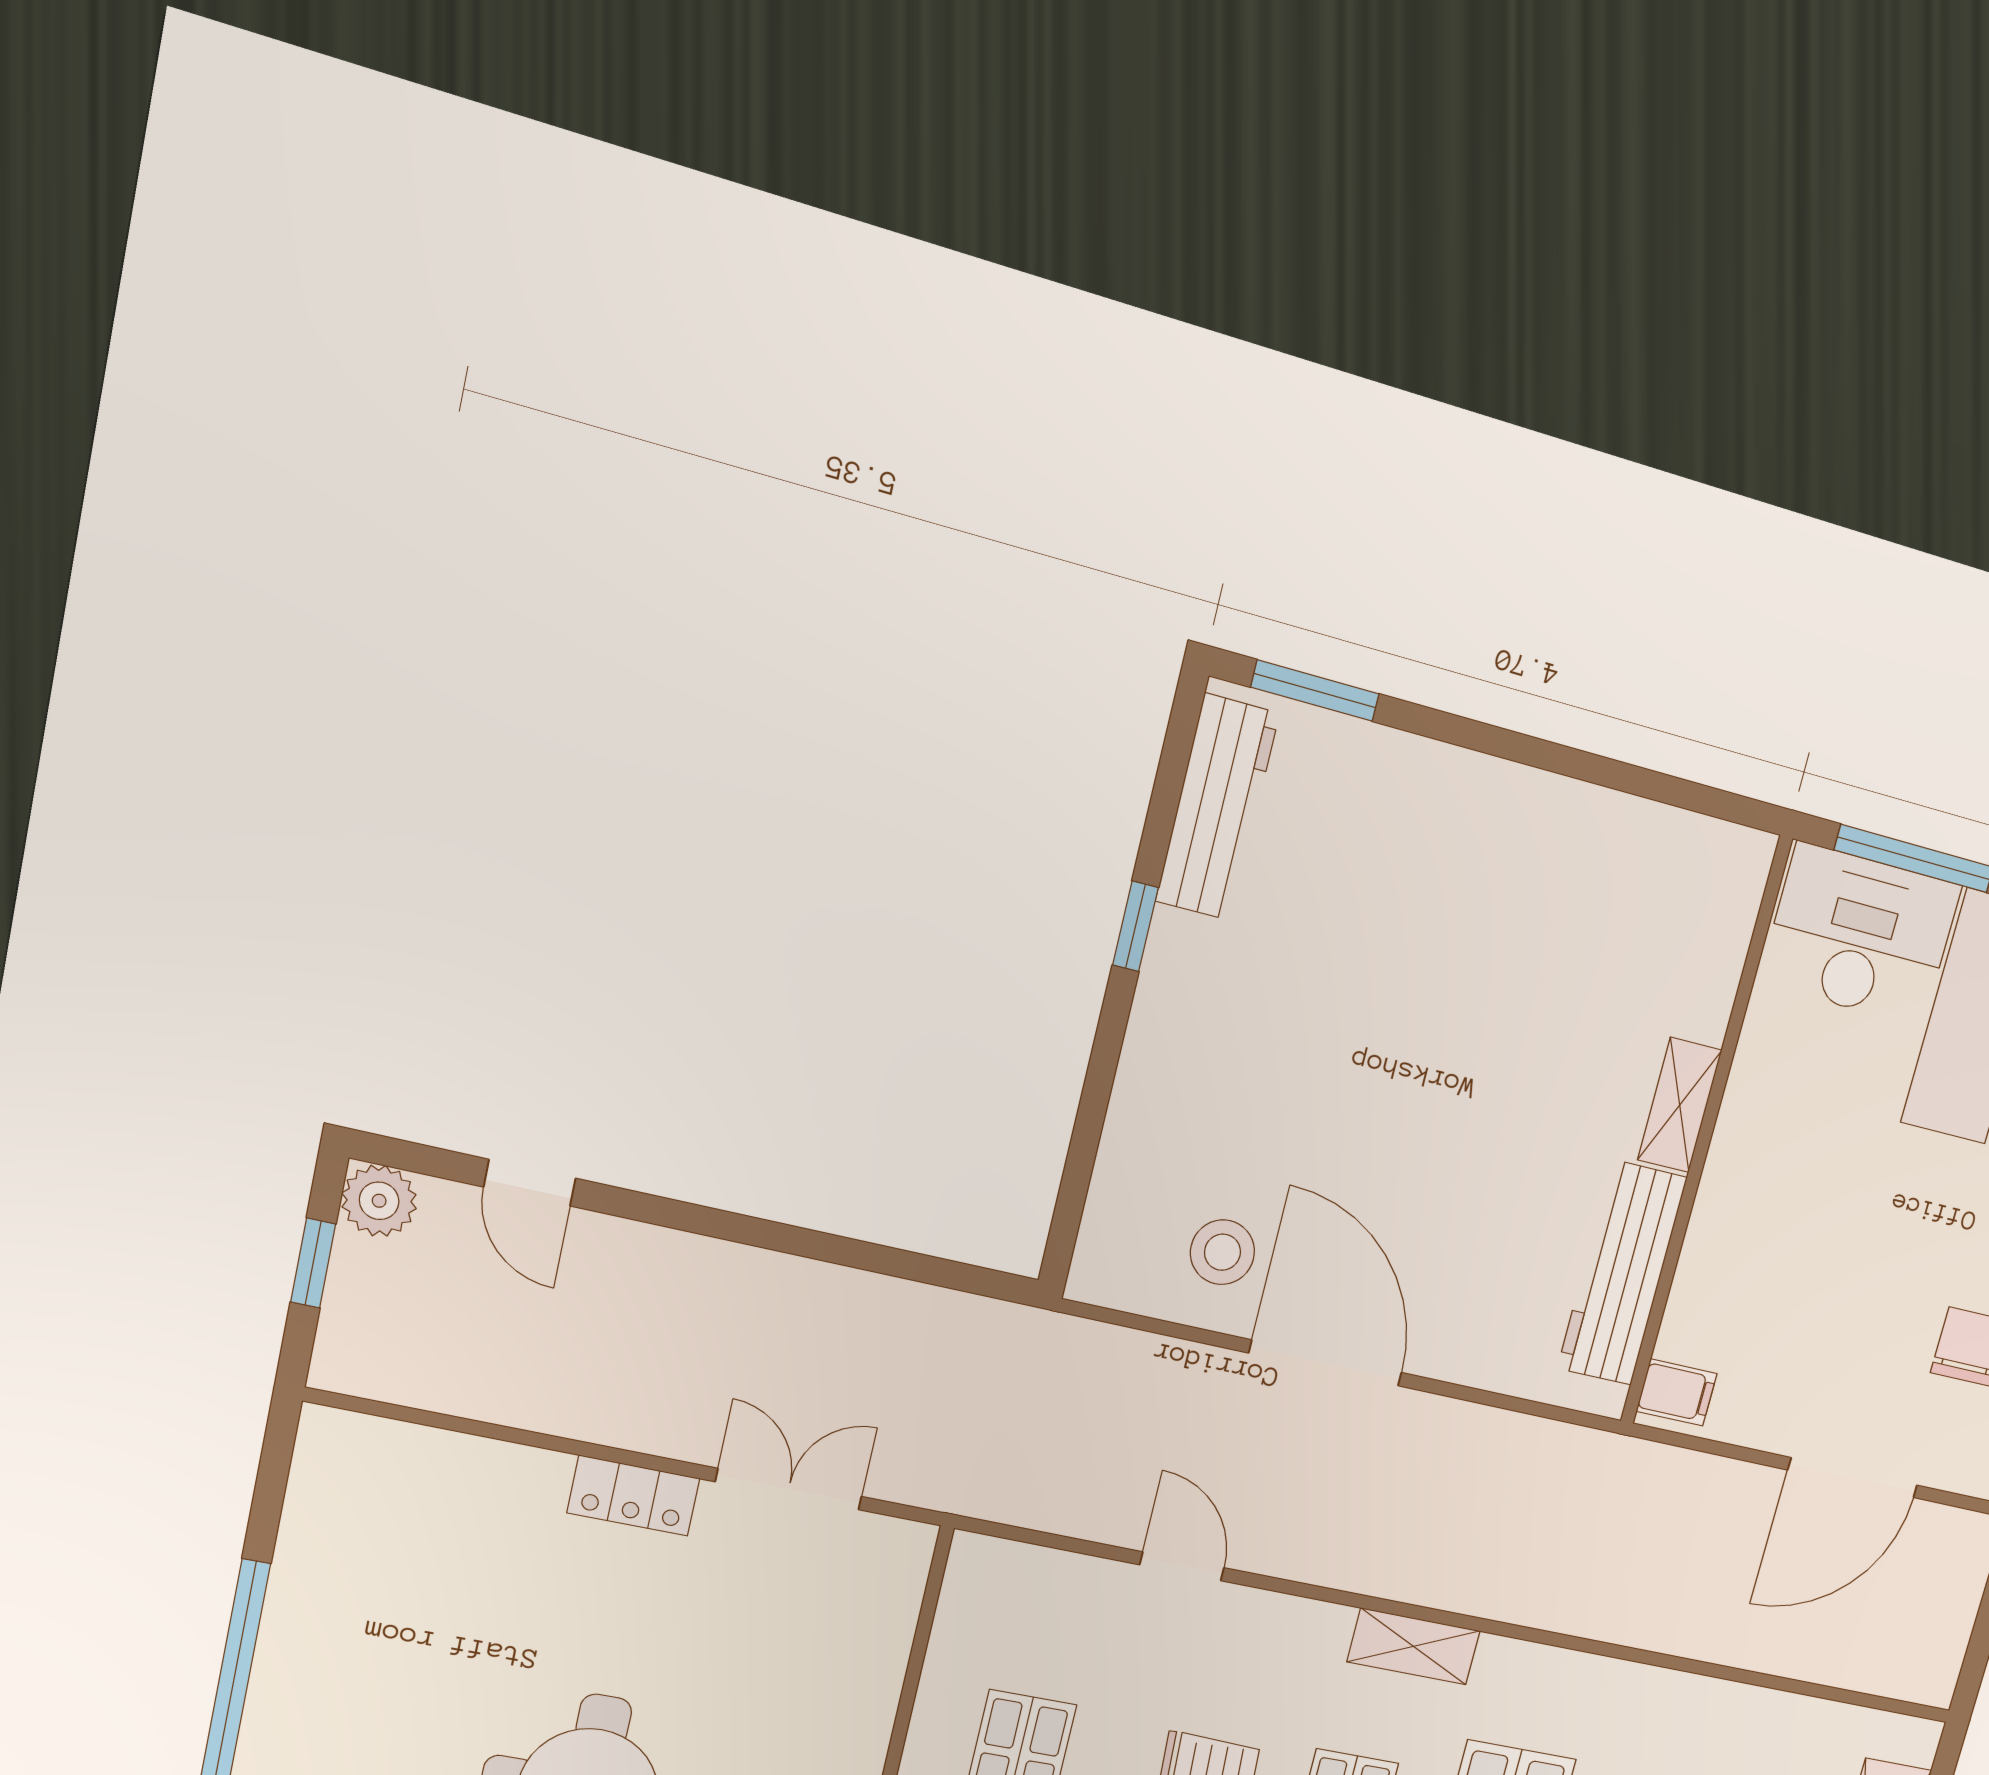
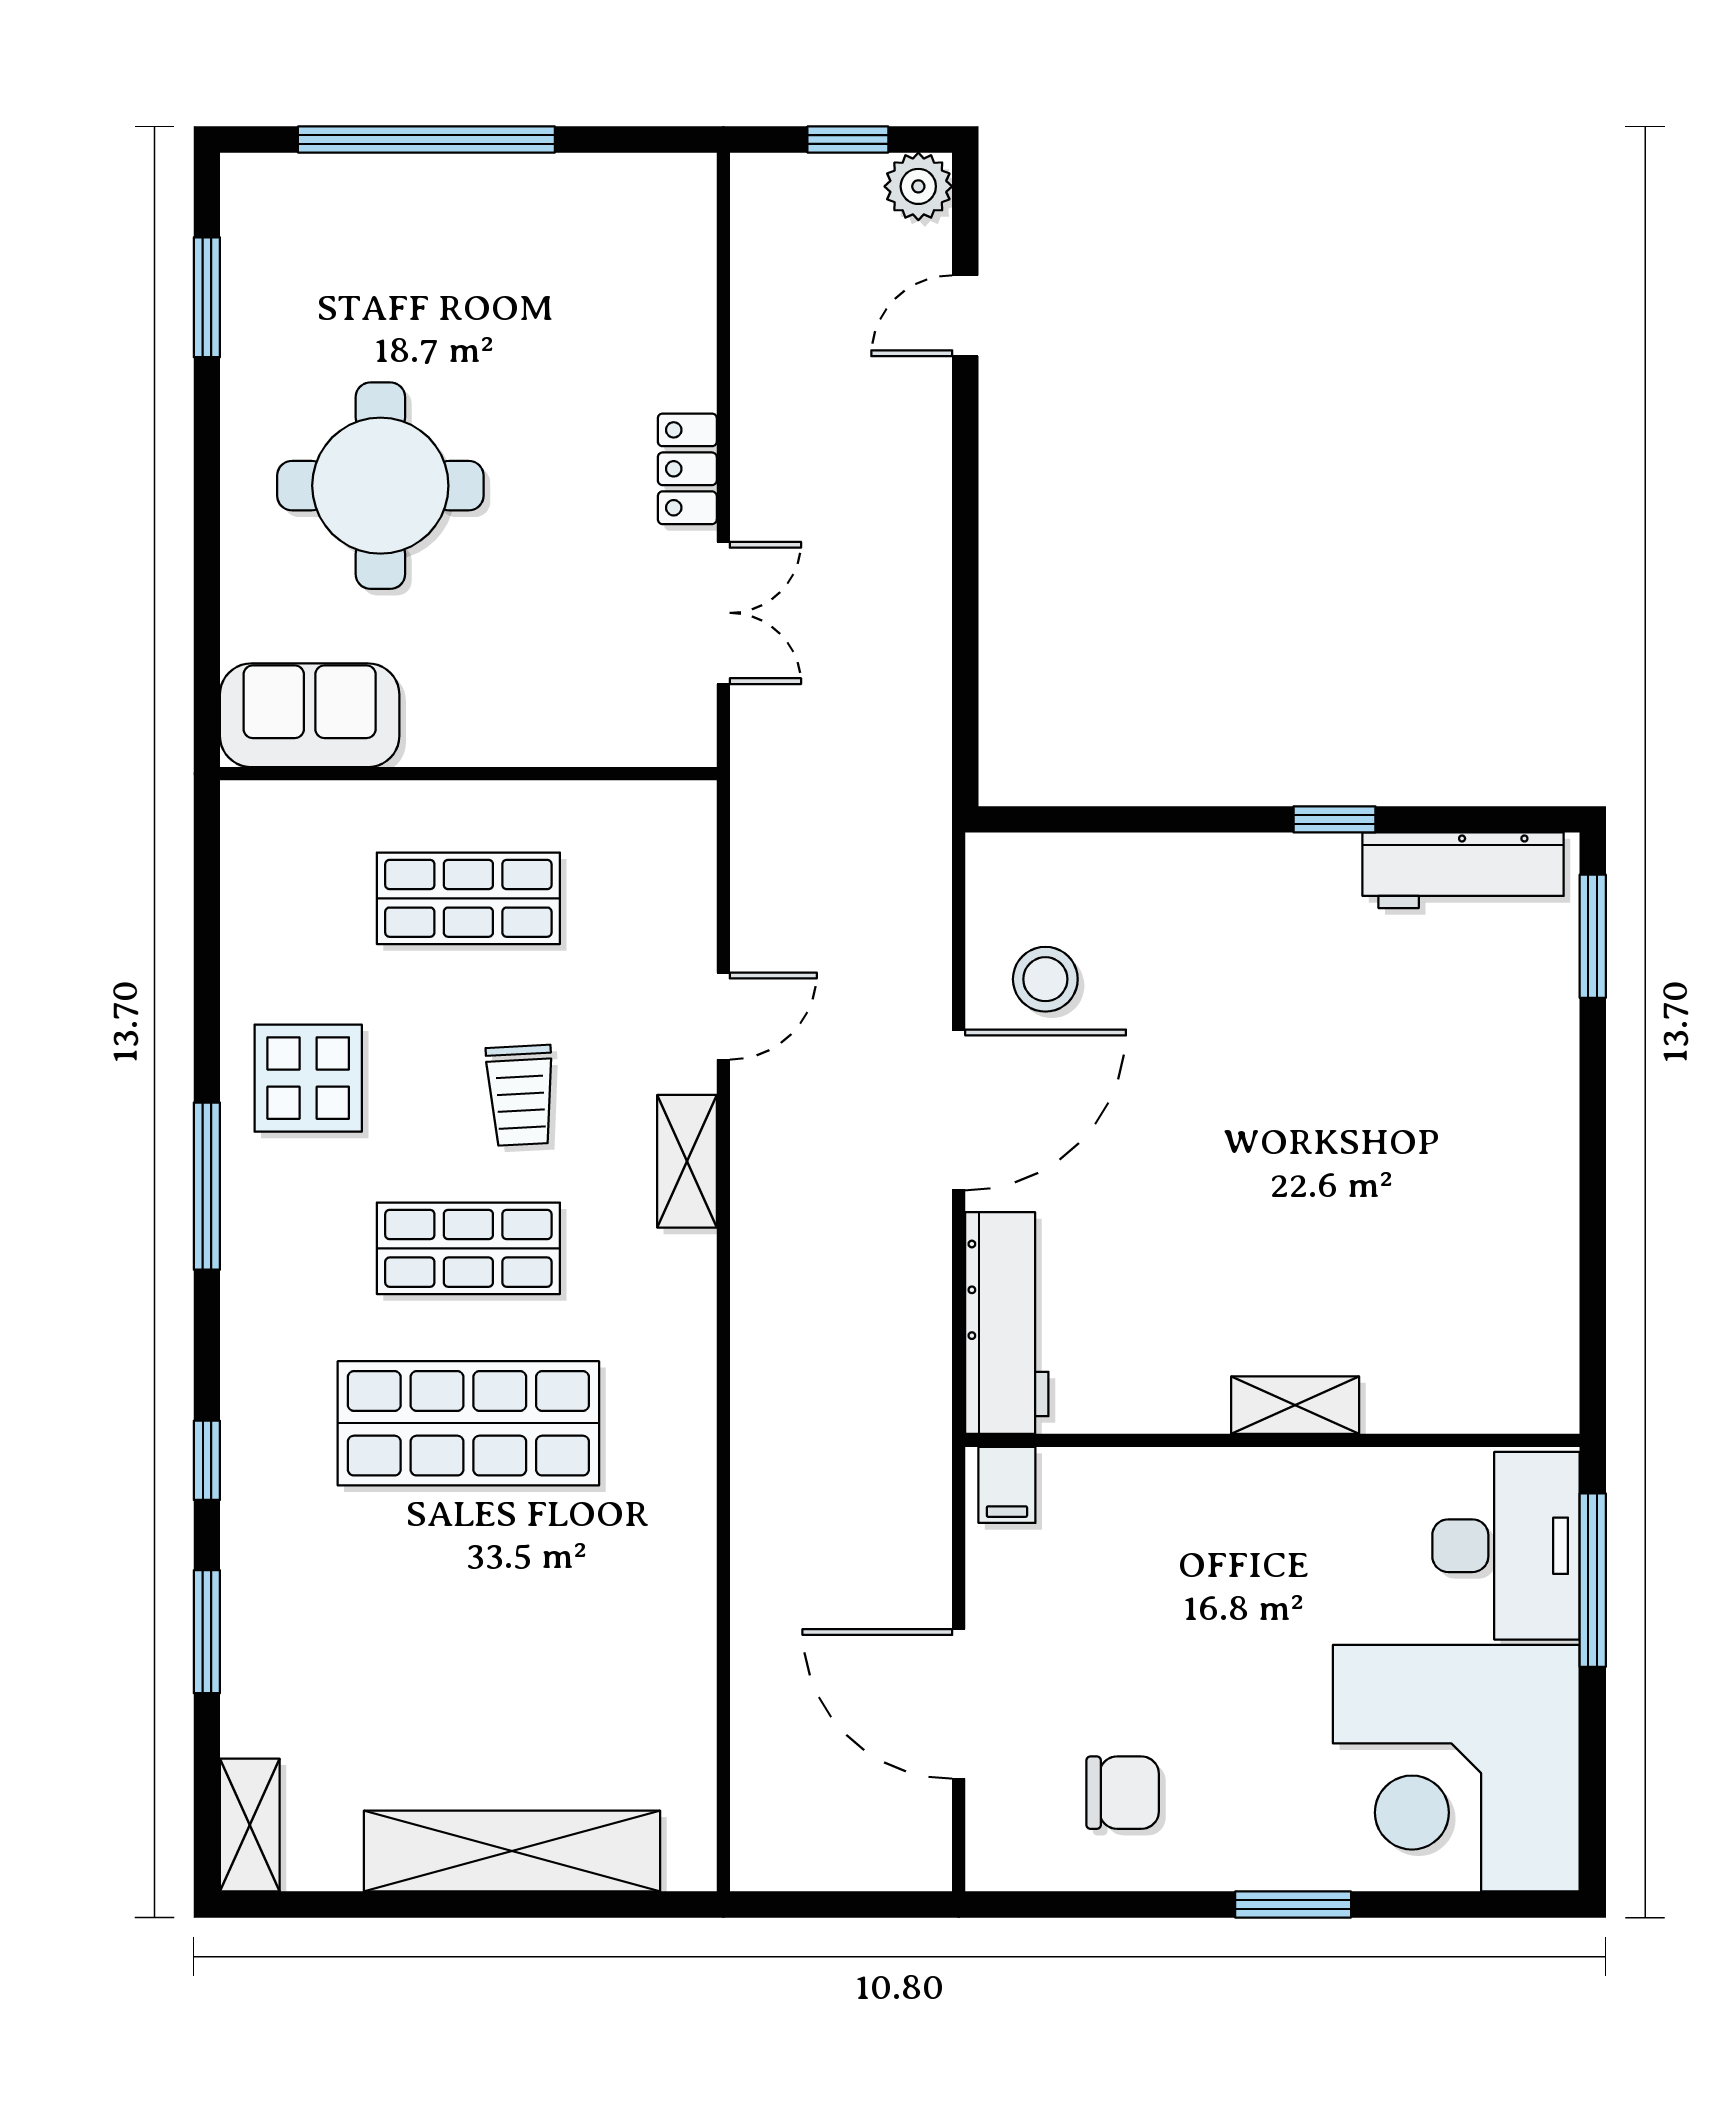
workbench: (1622, 1273) -> (1007, 1323), moved, turned 90
shelving: (1414, 1646) -> (687, 1161), moved

